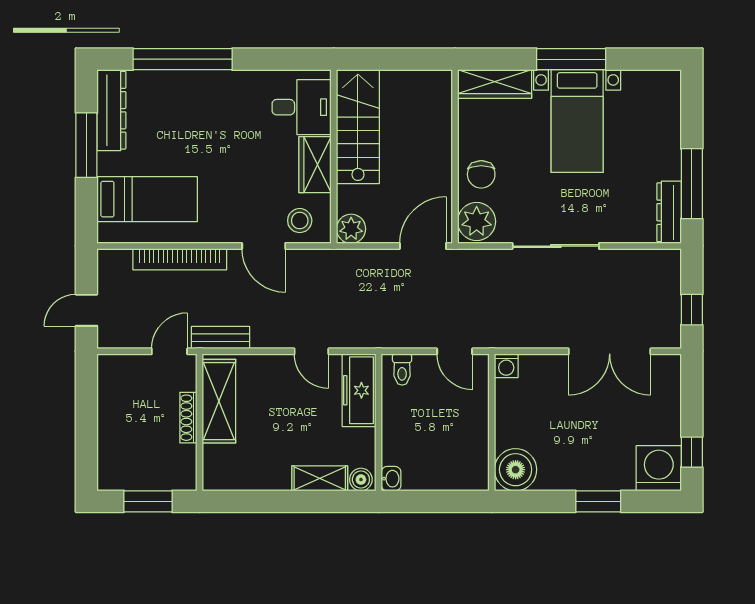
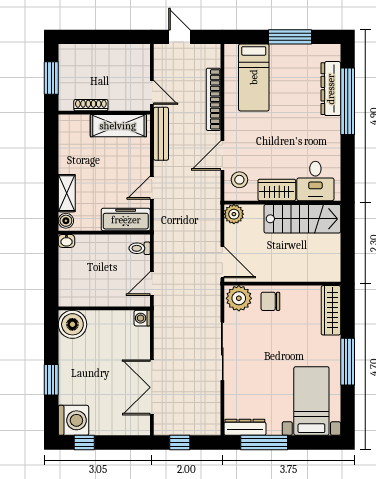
dresser: (111, 110) -> (331, 89), moved, turned 90
bed with nightstands: (577, 121) -> (311, 401), moved, turned 90
bench: (221, 338) -> (161, 134), width x1.36
shoe rack: (188, 418) -> (91, 105), moved

